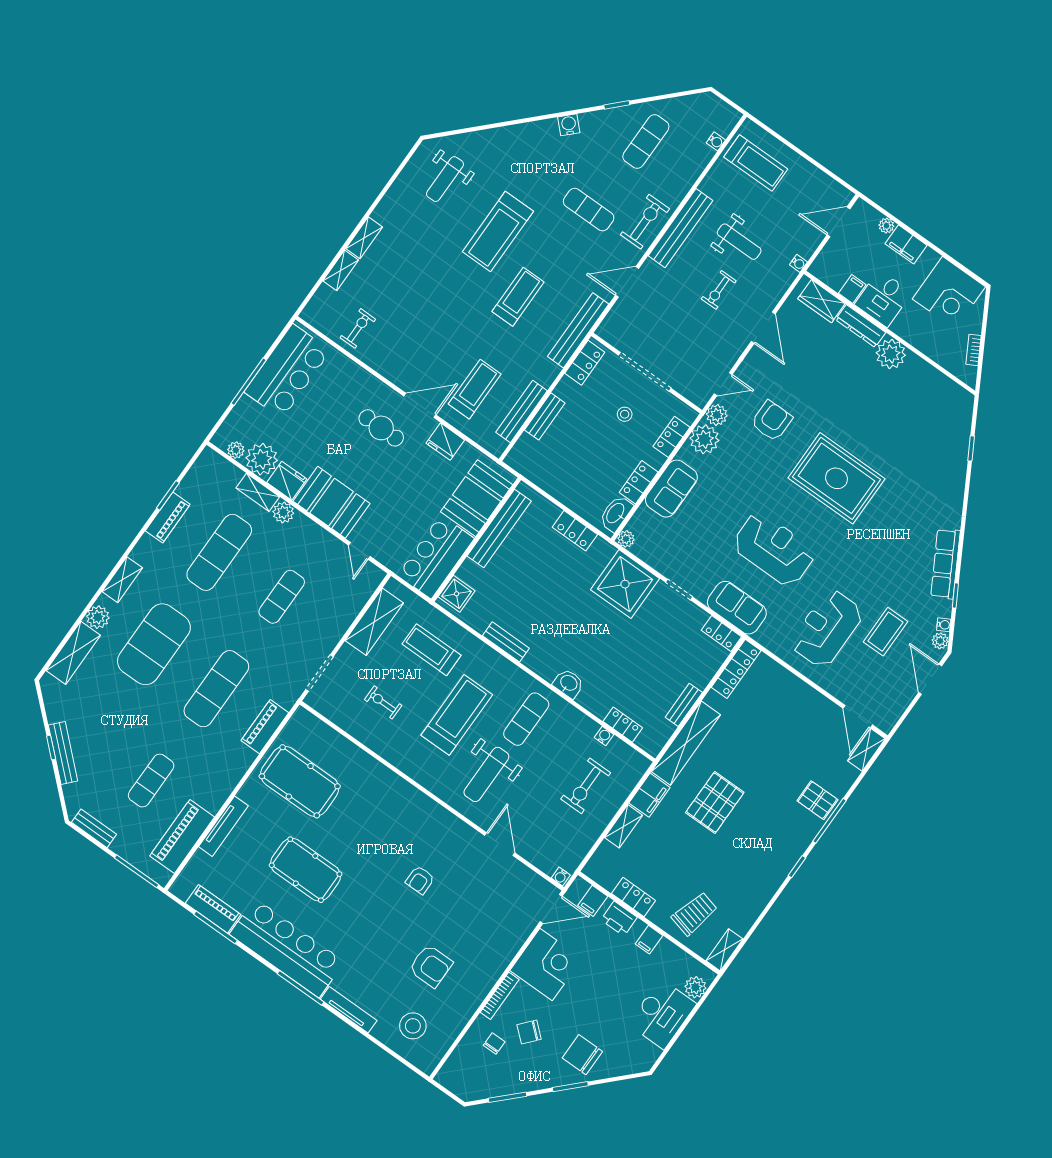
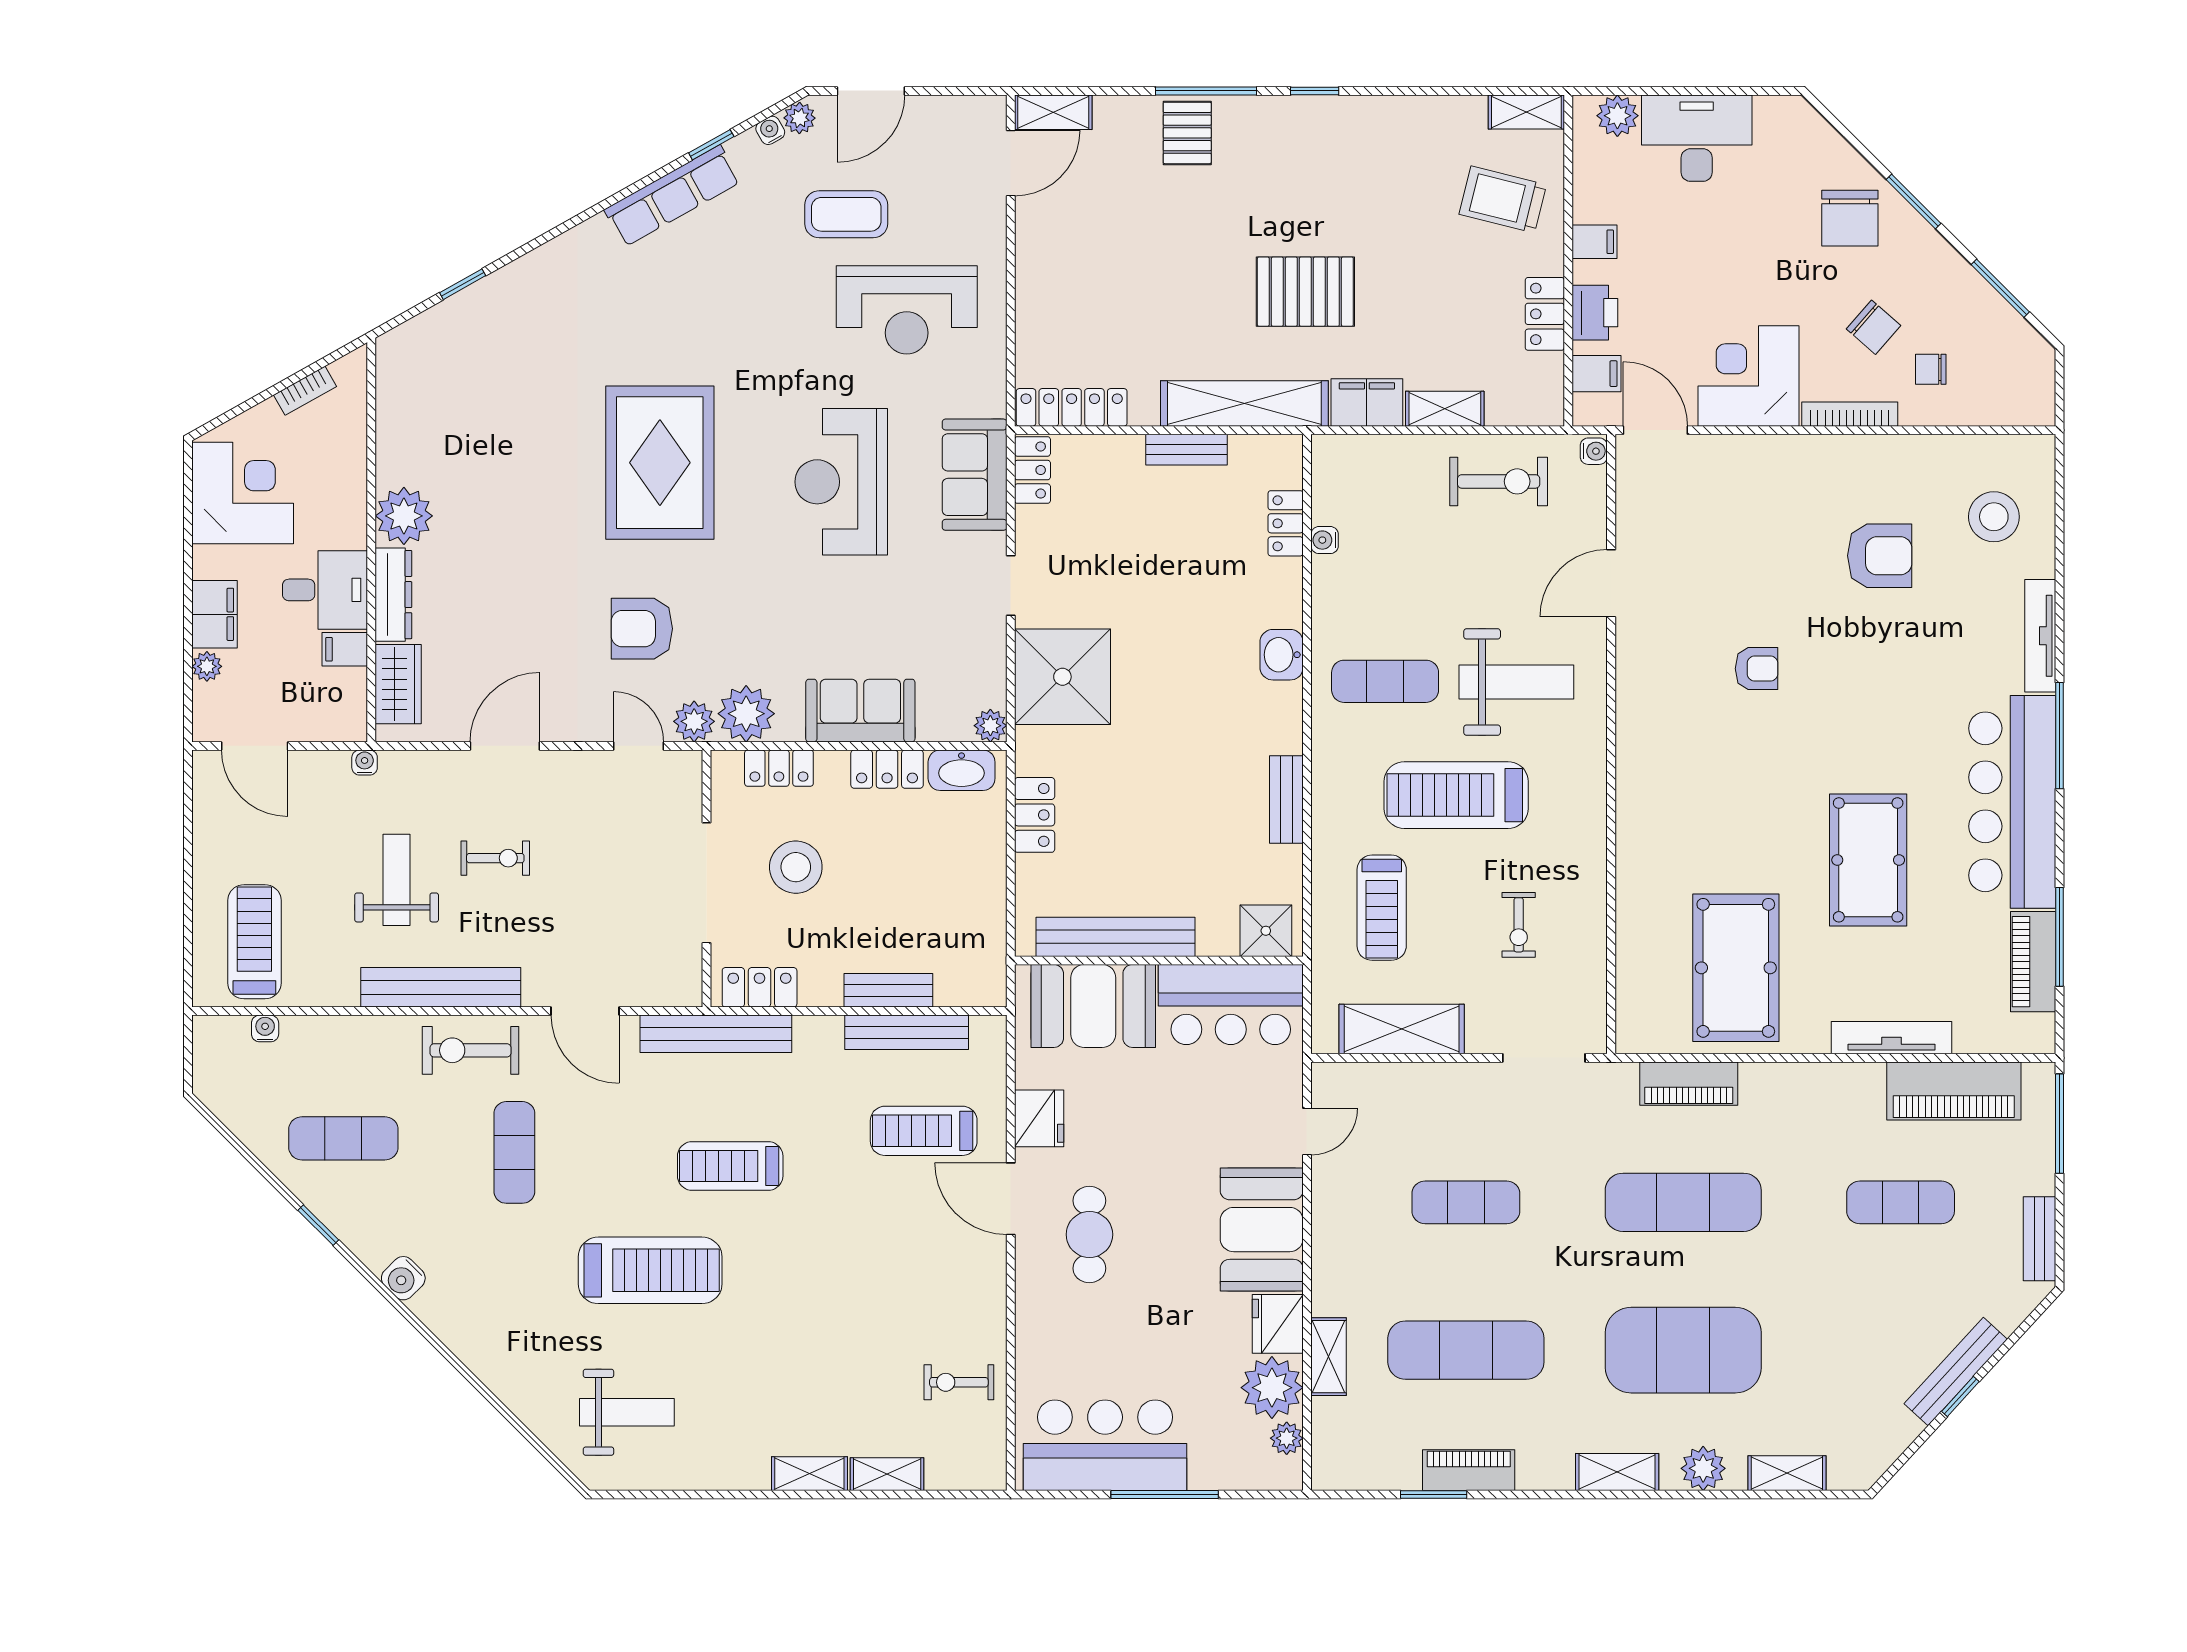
stool: (625, 414) -> (796, 867), width x1.89, depth x1.89
plant: (283, 512) -> (1331, 1294), removed
shelving: (73, 653) -> (1787, 1473), width x0.67, depth x0.75
exercise bike: (586, 786) -> (1499, 481), moved
armchair: (431, 966) -> (1880, 556), turned 90

